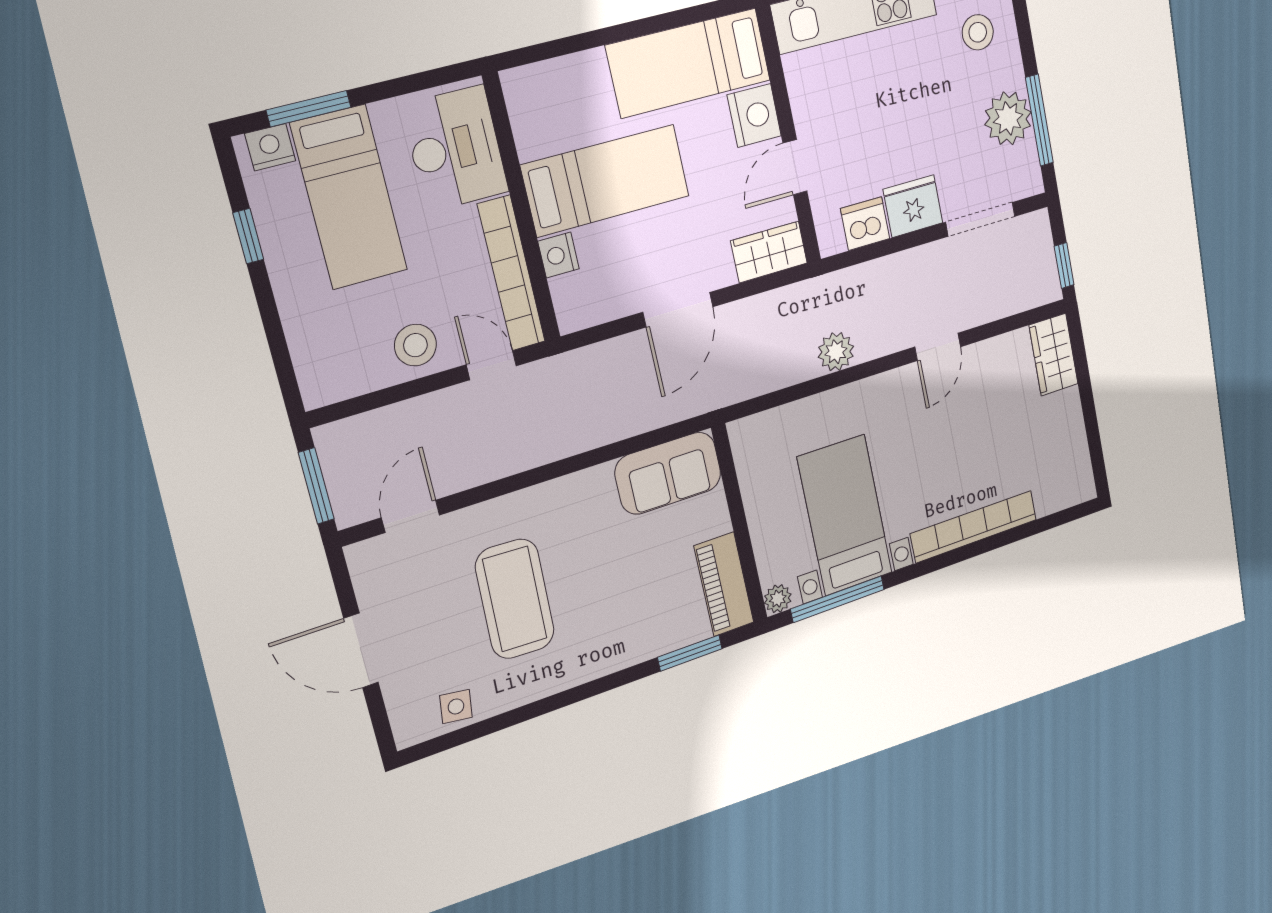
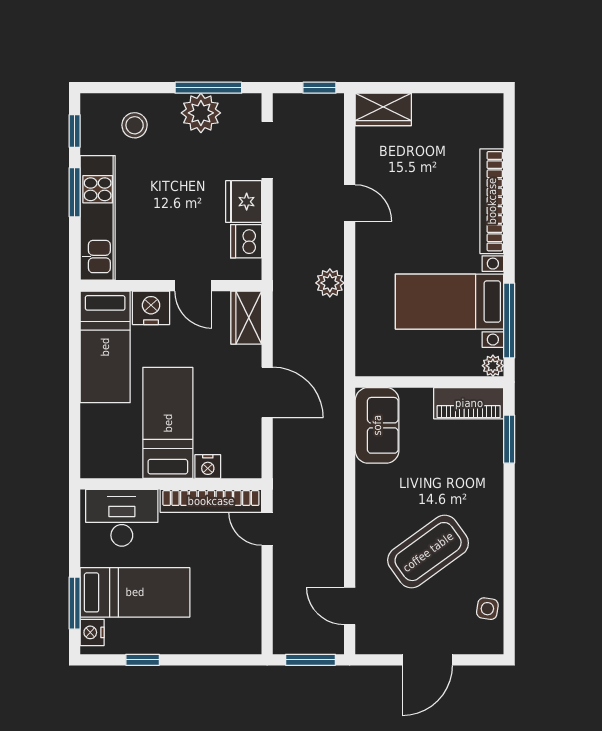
stool: (415, 345) -> (240, 575), removed
door: (491, 365) -> (267, 529), hinge flipped
coffee table: (515, 599) -> (428, 552), turned -38

